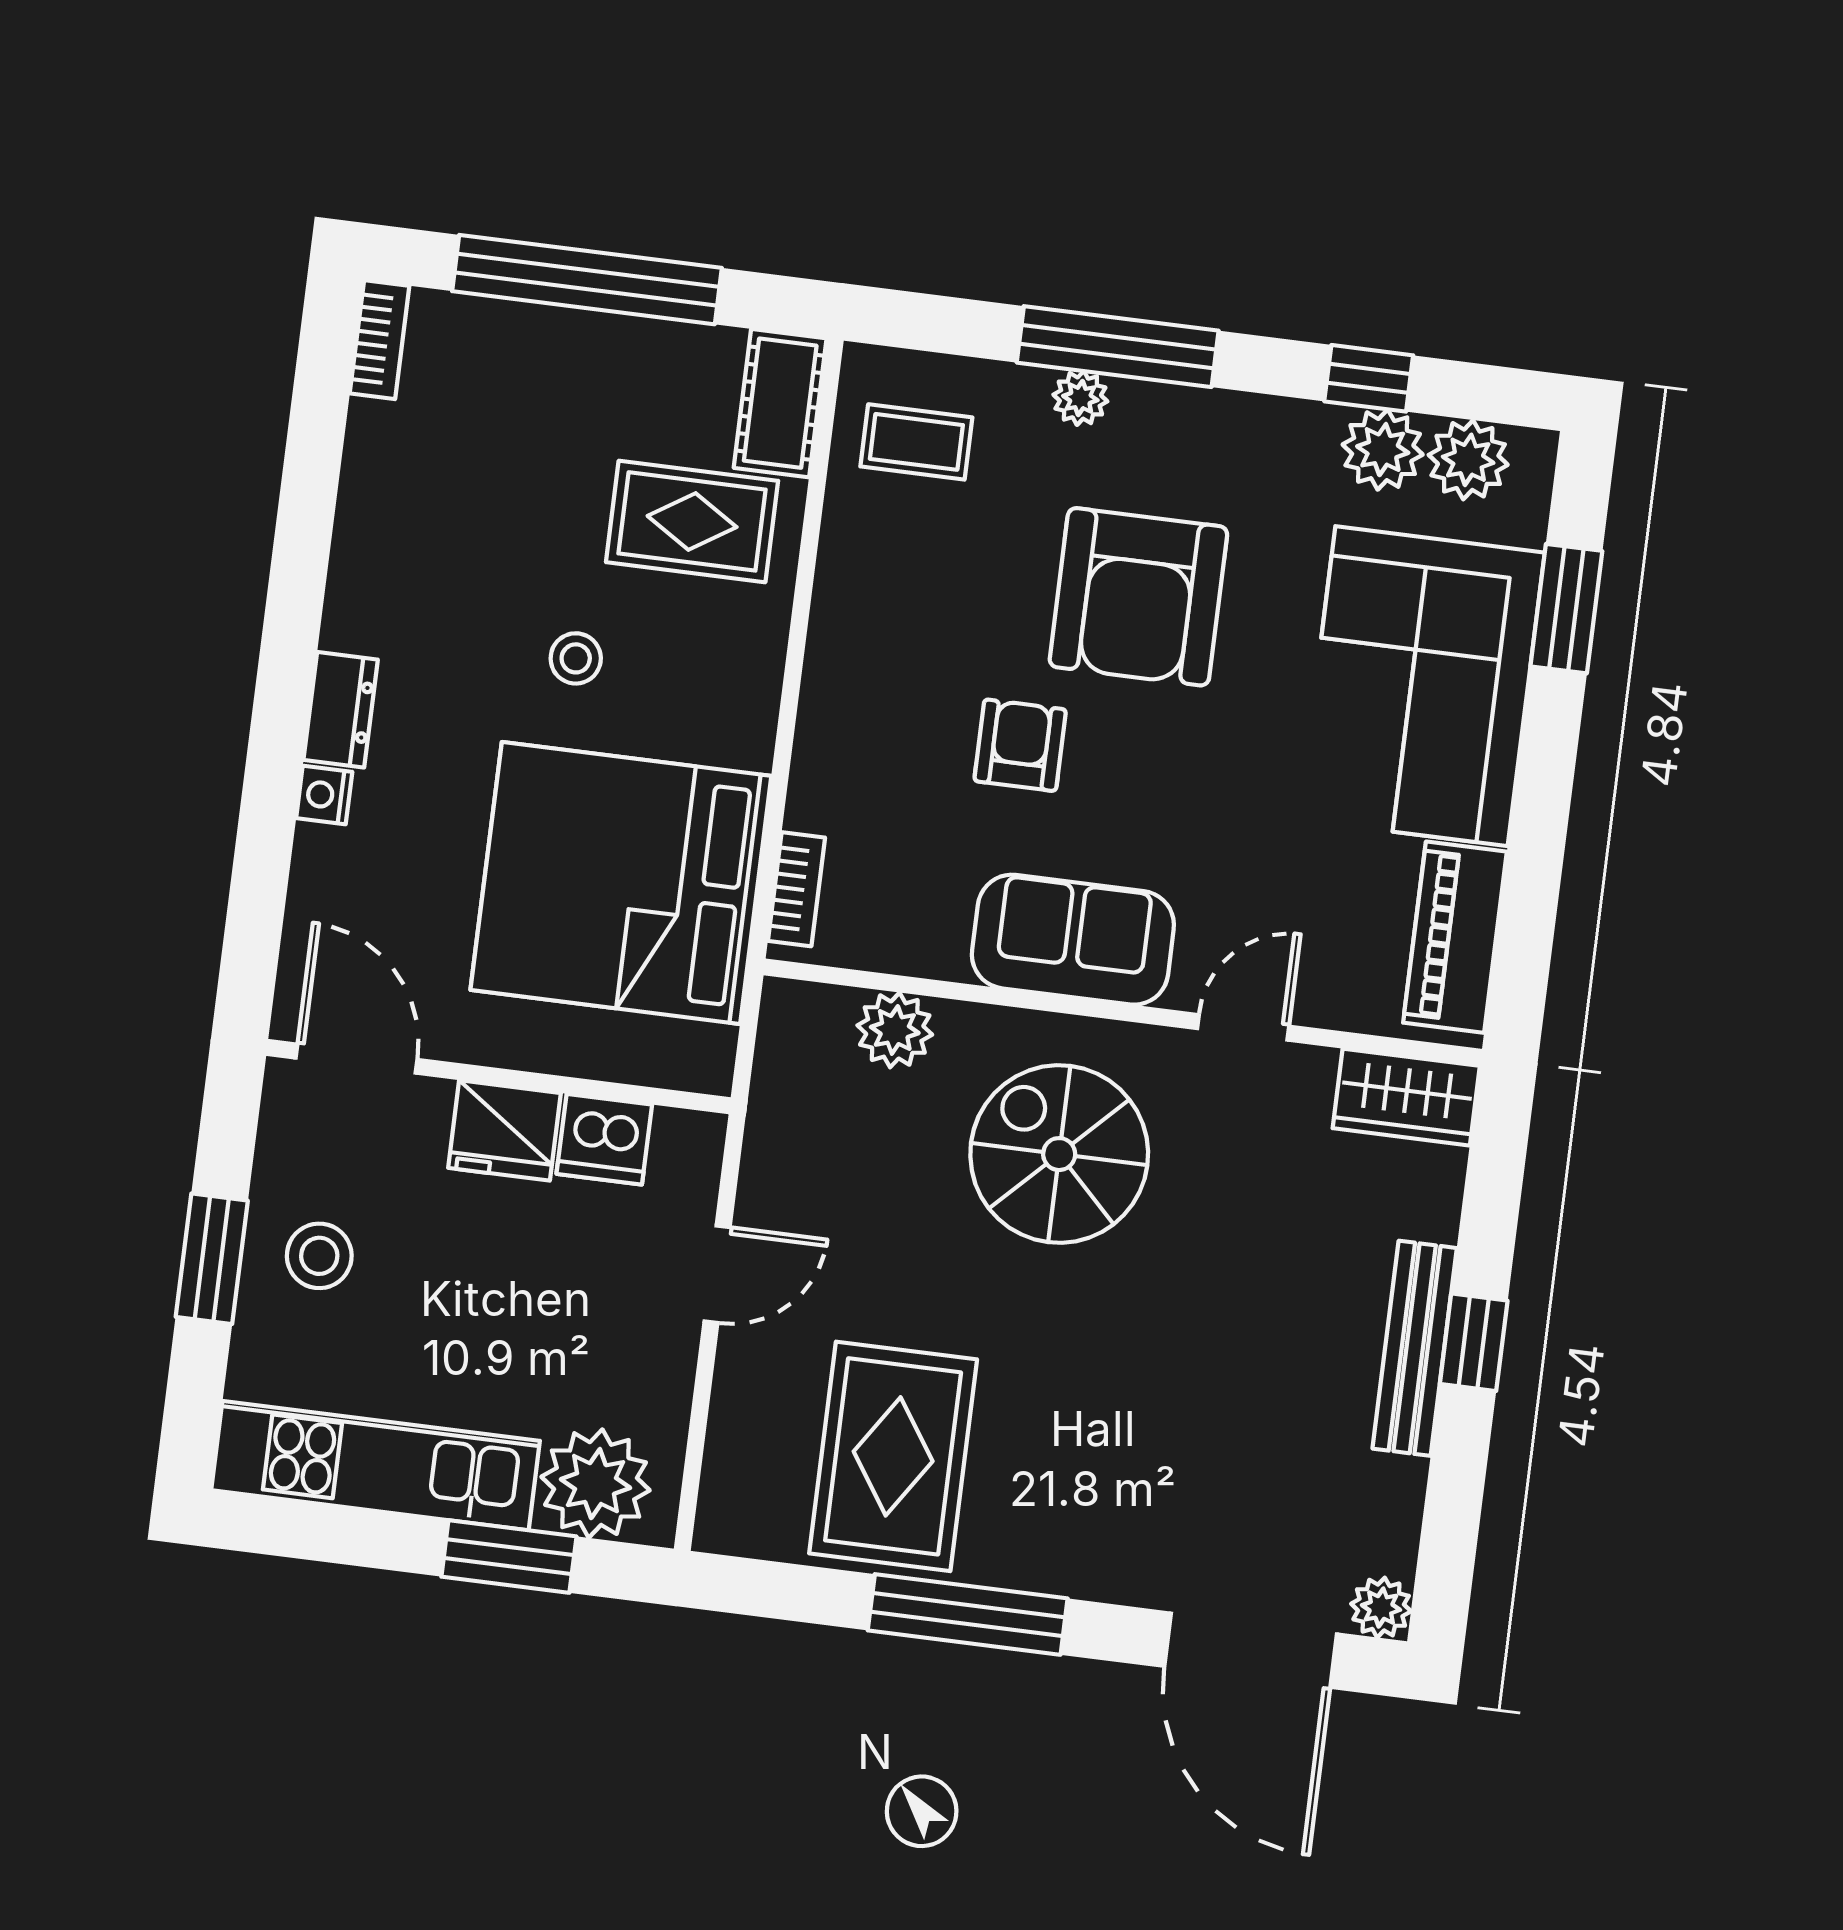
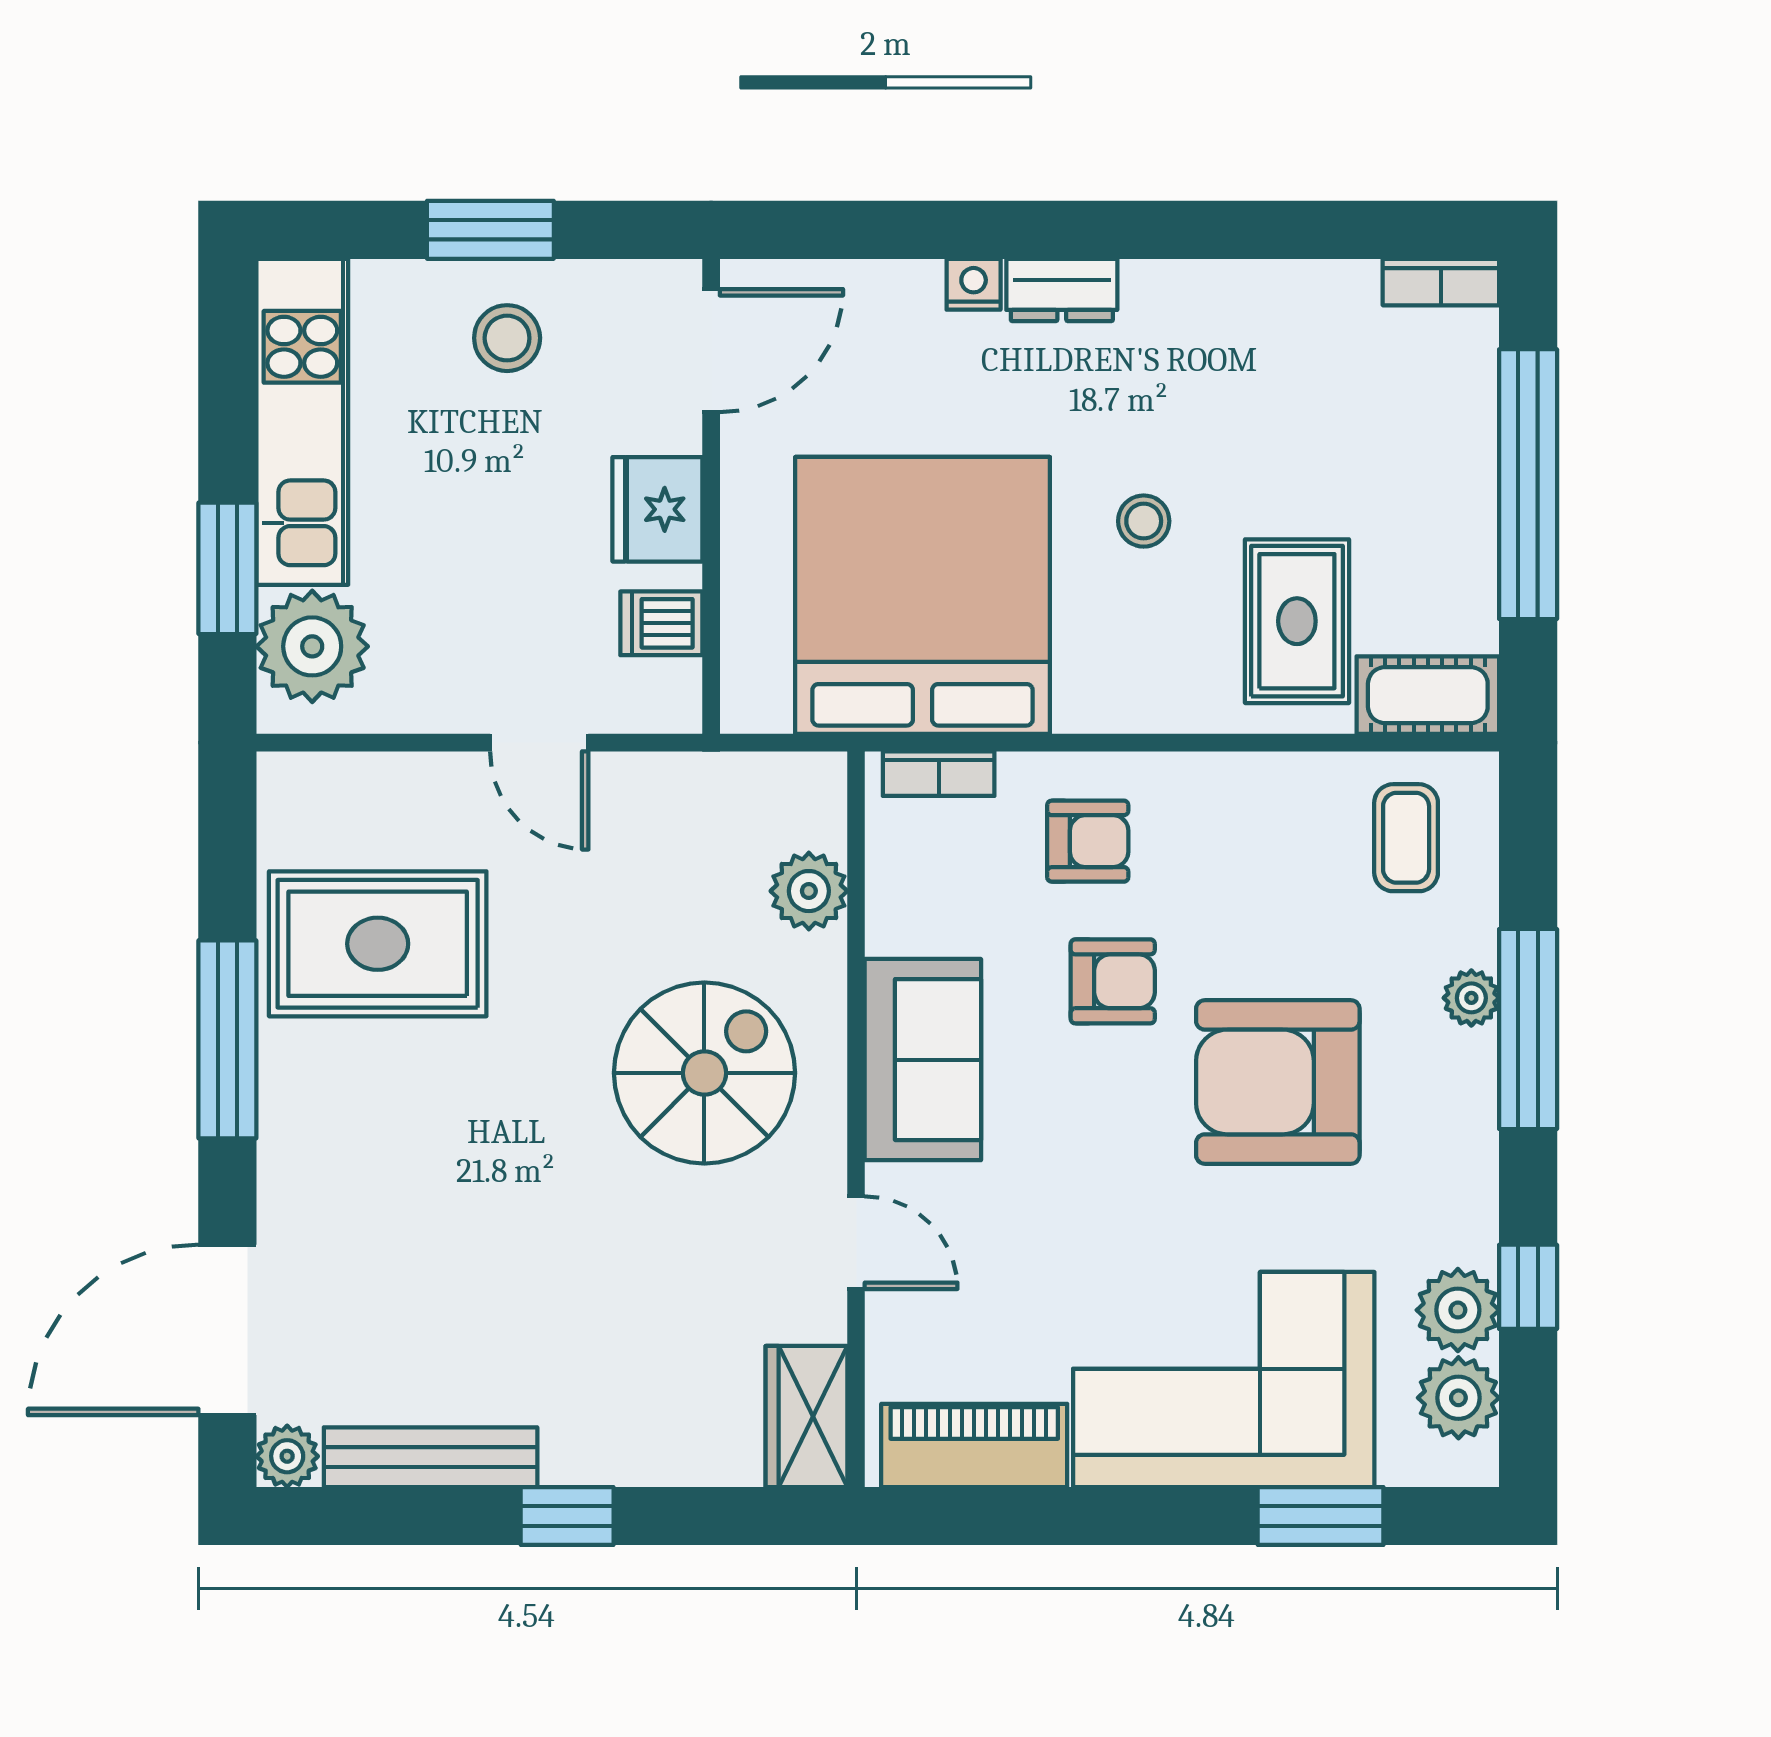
armchair: (881, 752) -> (1088, 841), added
dishwasher: (604, 1139) -> (661, 623), width x0.73
bench: (1415, 1348) -> (431, 1457), moved

